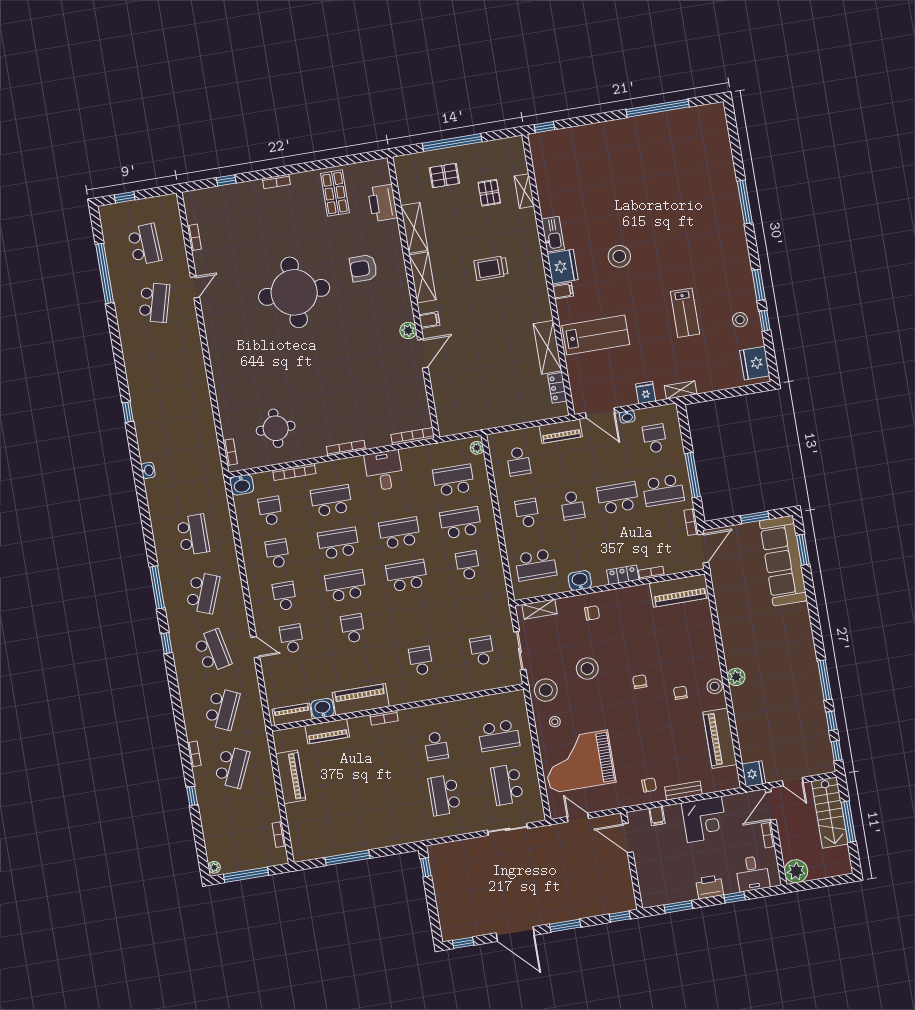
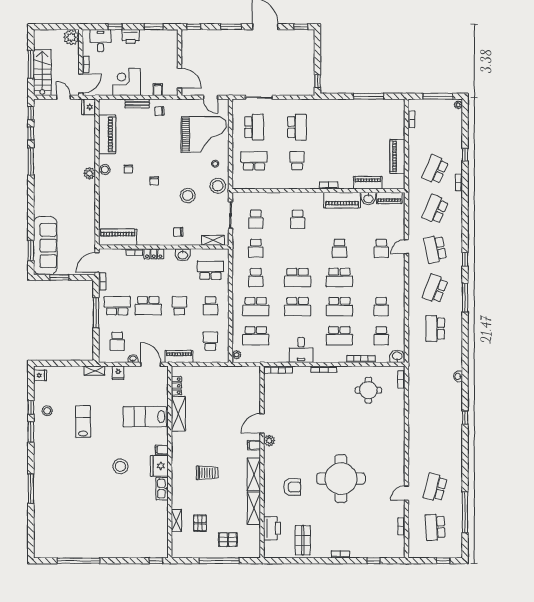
fridge: (755, 363) -> (40, 375), width x0.53, depth x0.75
school desk: (284, 596) -> (256, 248), moved
door: (255, 647) -> (406, 247), hinge flipped

